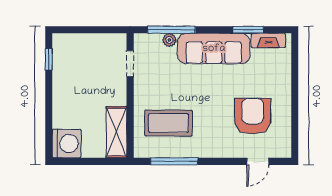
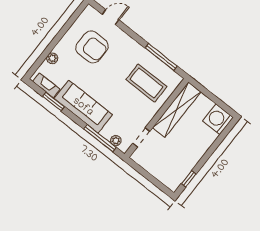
plant: (169, 40) -> (116, 141), moved
plant: (284, 73) -> (52, 58), added
armchair: (253, 116) -> (92, 47), turned -90
shelving: (116, 132) -> (177, 110), width x1.47

